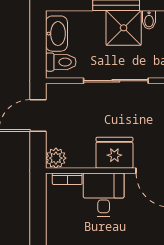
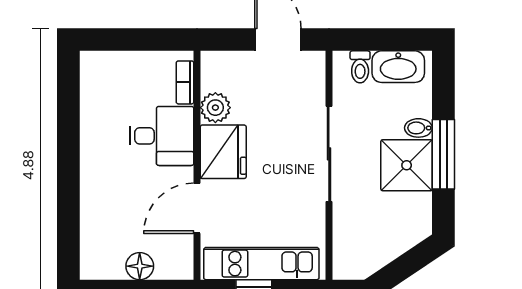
bidet: (149, 20) -> (418, 128), moved
toilet: (61, 62) -> (360, 67), width x0.73, depth x0.72
plant: (56, 158) -> (215, 108), moved

